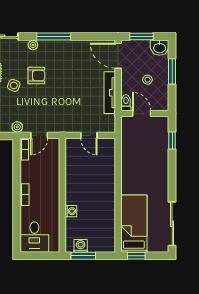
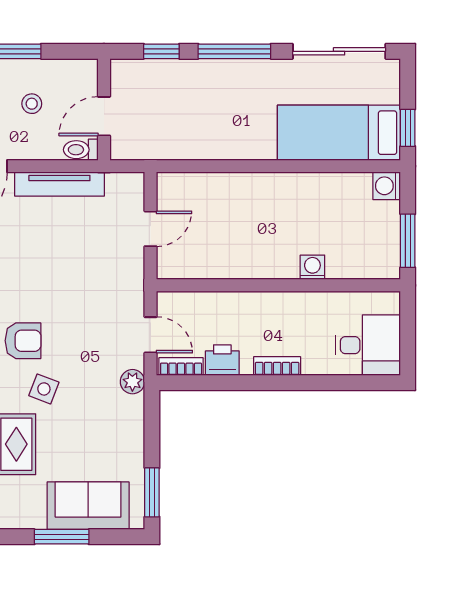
armchair: (36, 76) -> (23, 341), turned 90
printer: (27, 169) -> (222, 360), added
window: (172, 175) -> (234, 51), added
washing machine: (81, 246) -> (387, 186), moved

